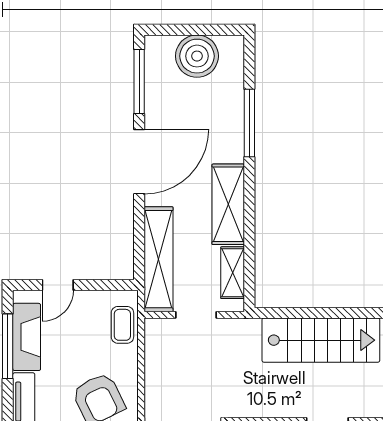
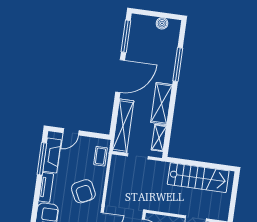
boiler: (197, 56) -> (162, 23), width x0.54, depth x0.54

